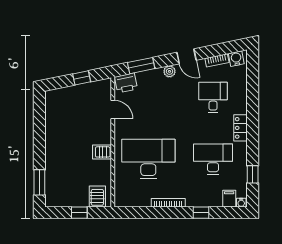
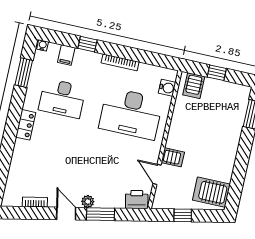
water cooler: (236, 59) -> (167, 88), moved, turned -78
window: (141, 66) -> (100, 214), moved
desk: (213, 97) -> (48, 164), removed
server rack: (60, 104) -> (211, 192), added
server rack: (102, 152) -> (173, 157), moved
window: (253, 174) -> (24, 73), width x1.50
filing cabinet: (229, 199) -> (66, 55), moved

